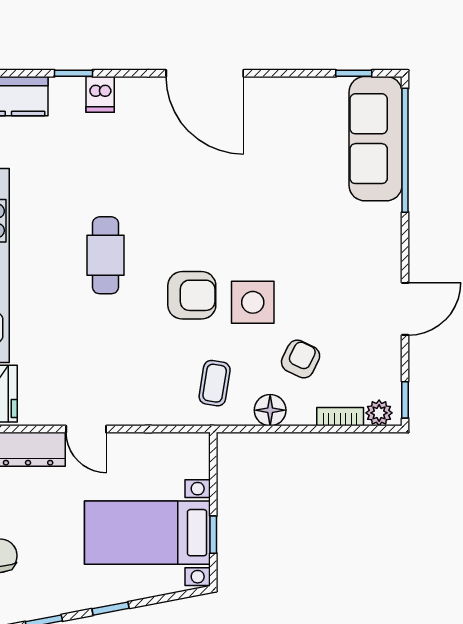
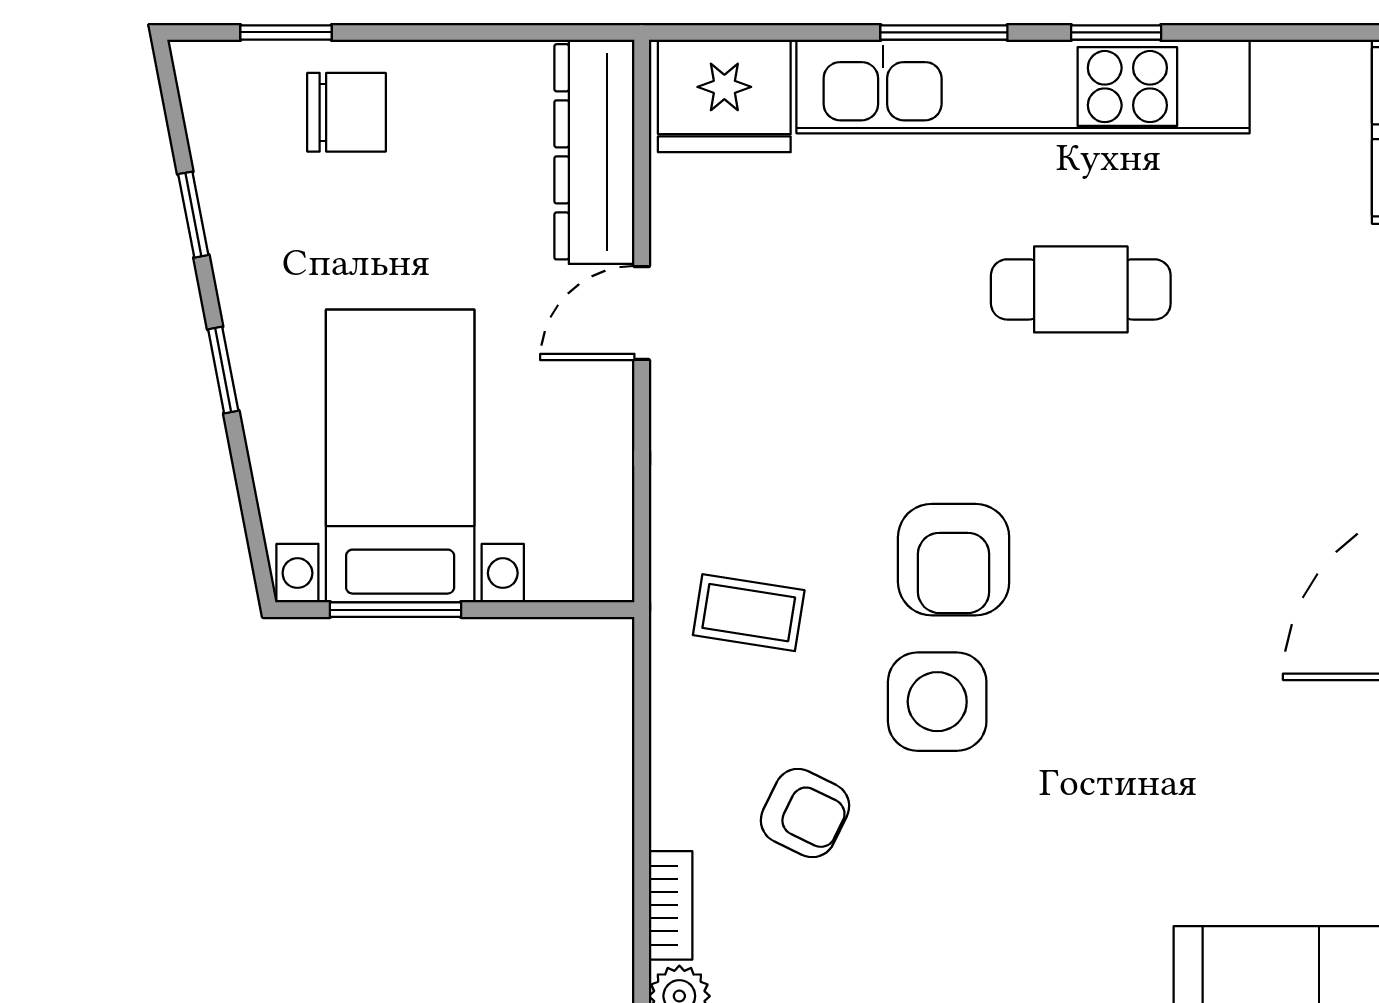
cafe table: (105, 255) -> (1081, 289), moved
floor lamp: (270, 410) -> (686, 742), removed
window: (213, 535) -> (395, 610), width x1.50

